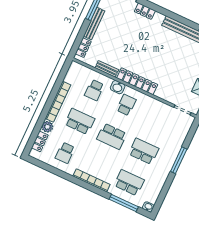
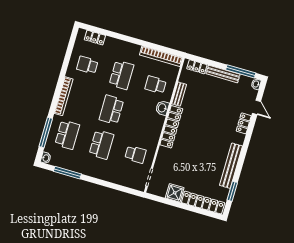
bookcase: (58, 102) -> (161, 56), moved
school desk: (126, 105) -> (135, 154), moved
plant: (47, 127) -> (111, 43), removed
window: (179, 160) -> (67, 173), moved

